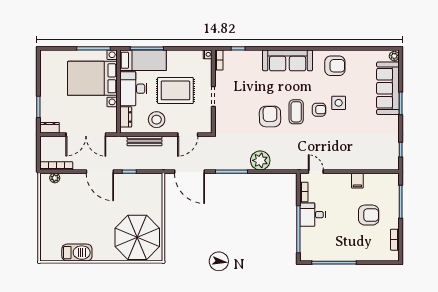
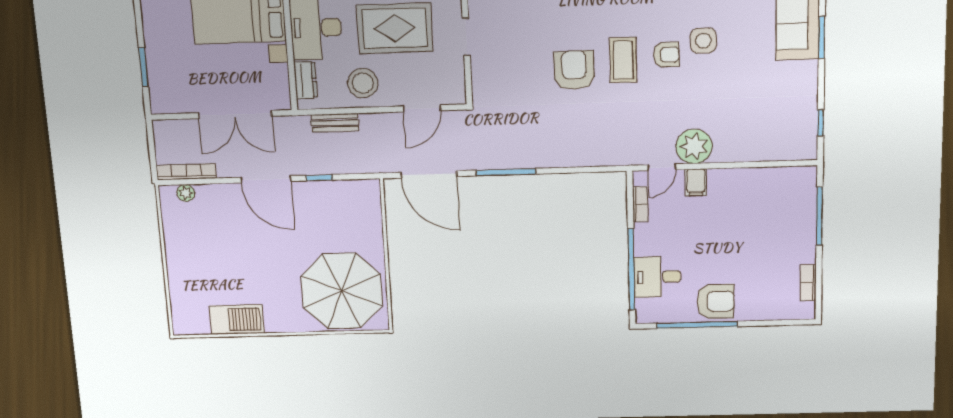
dresser: (50, 128) -> (167, 104), removed
bench: (145, 141) -> (335, 123), width x0.73
plant: (260, 160) -> (694, 146), moved
door: (316, 172) -> (662, 167), swing flipped
filing cabinet: (357, 181) -> (696, 182), moved
desk: (312, 215) -> (657, 277), moved
armchair: (369, 215) -> (715, 301), moved

